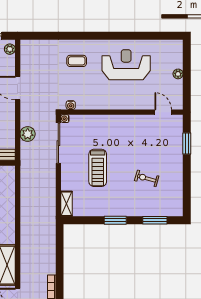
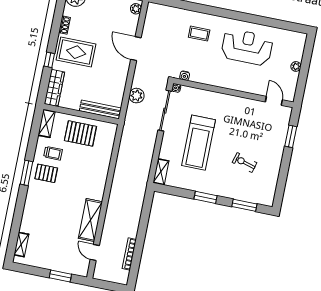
treadmill: (98, 168) -> (199, 143), width x1.37, depth x1.38

